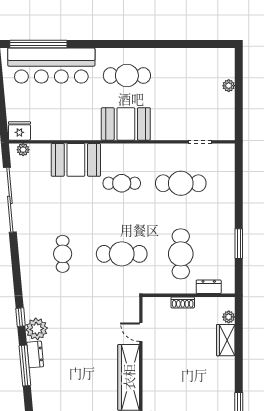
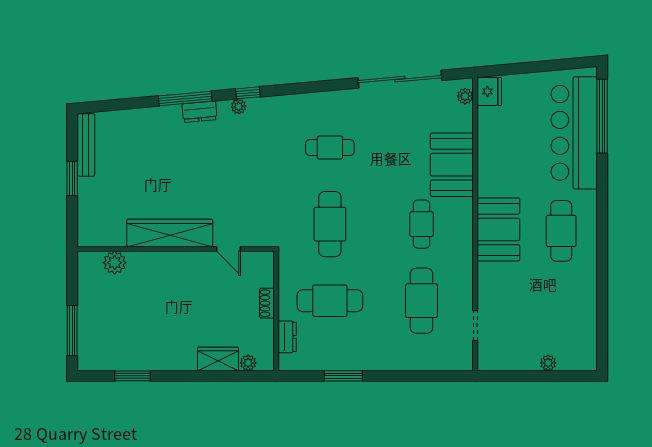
plant: (37, 329) -> (239, 106), width x0.53, depth x0.53
door: (141, 332) -> (228, 249), swing flipped

